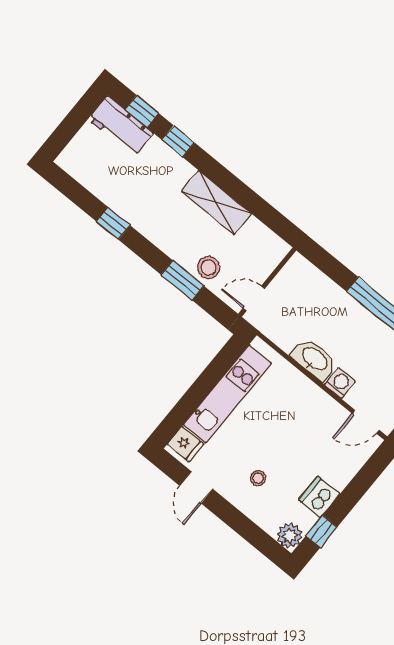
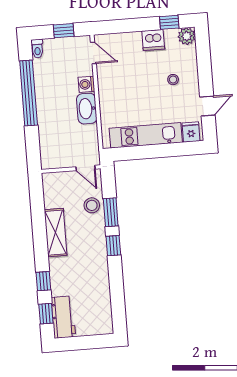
window: (113, 224) -> (113, 246), moved

